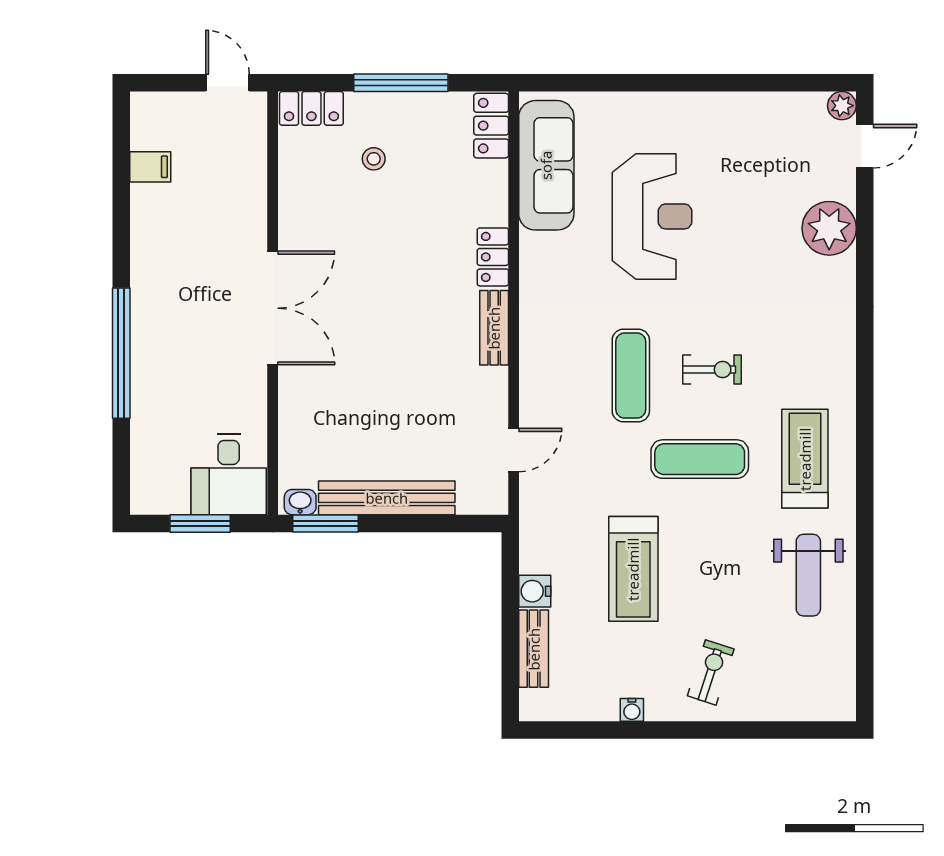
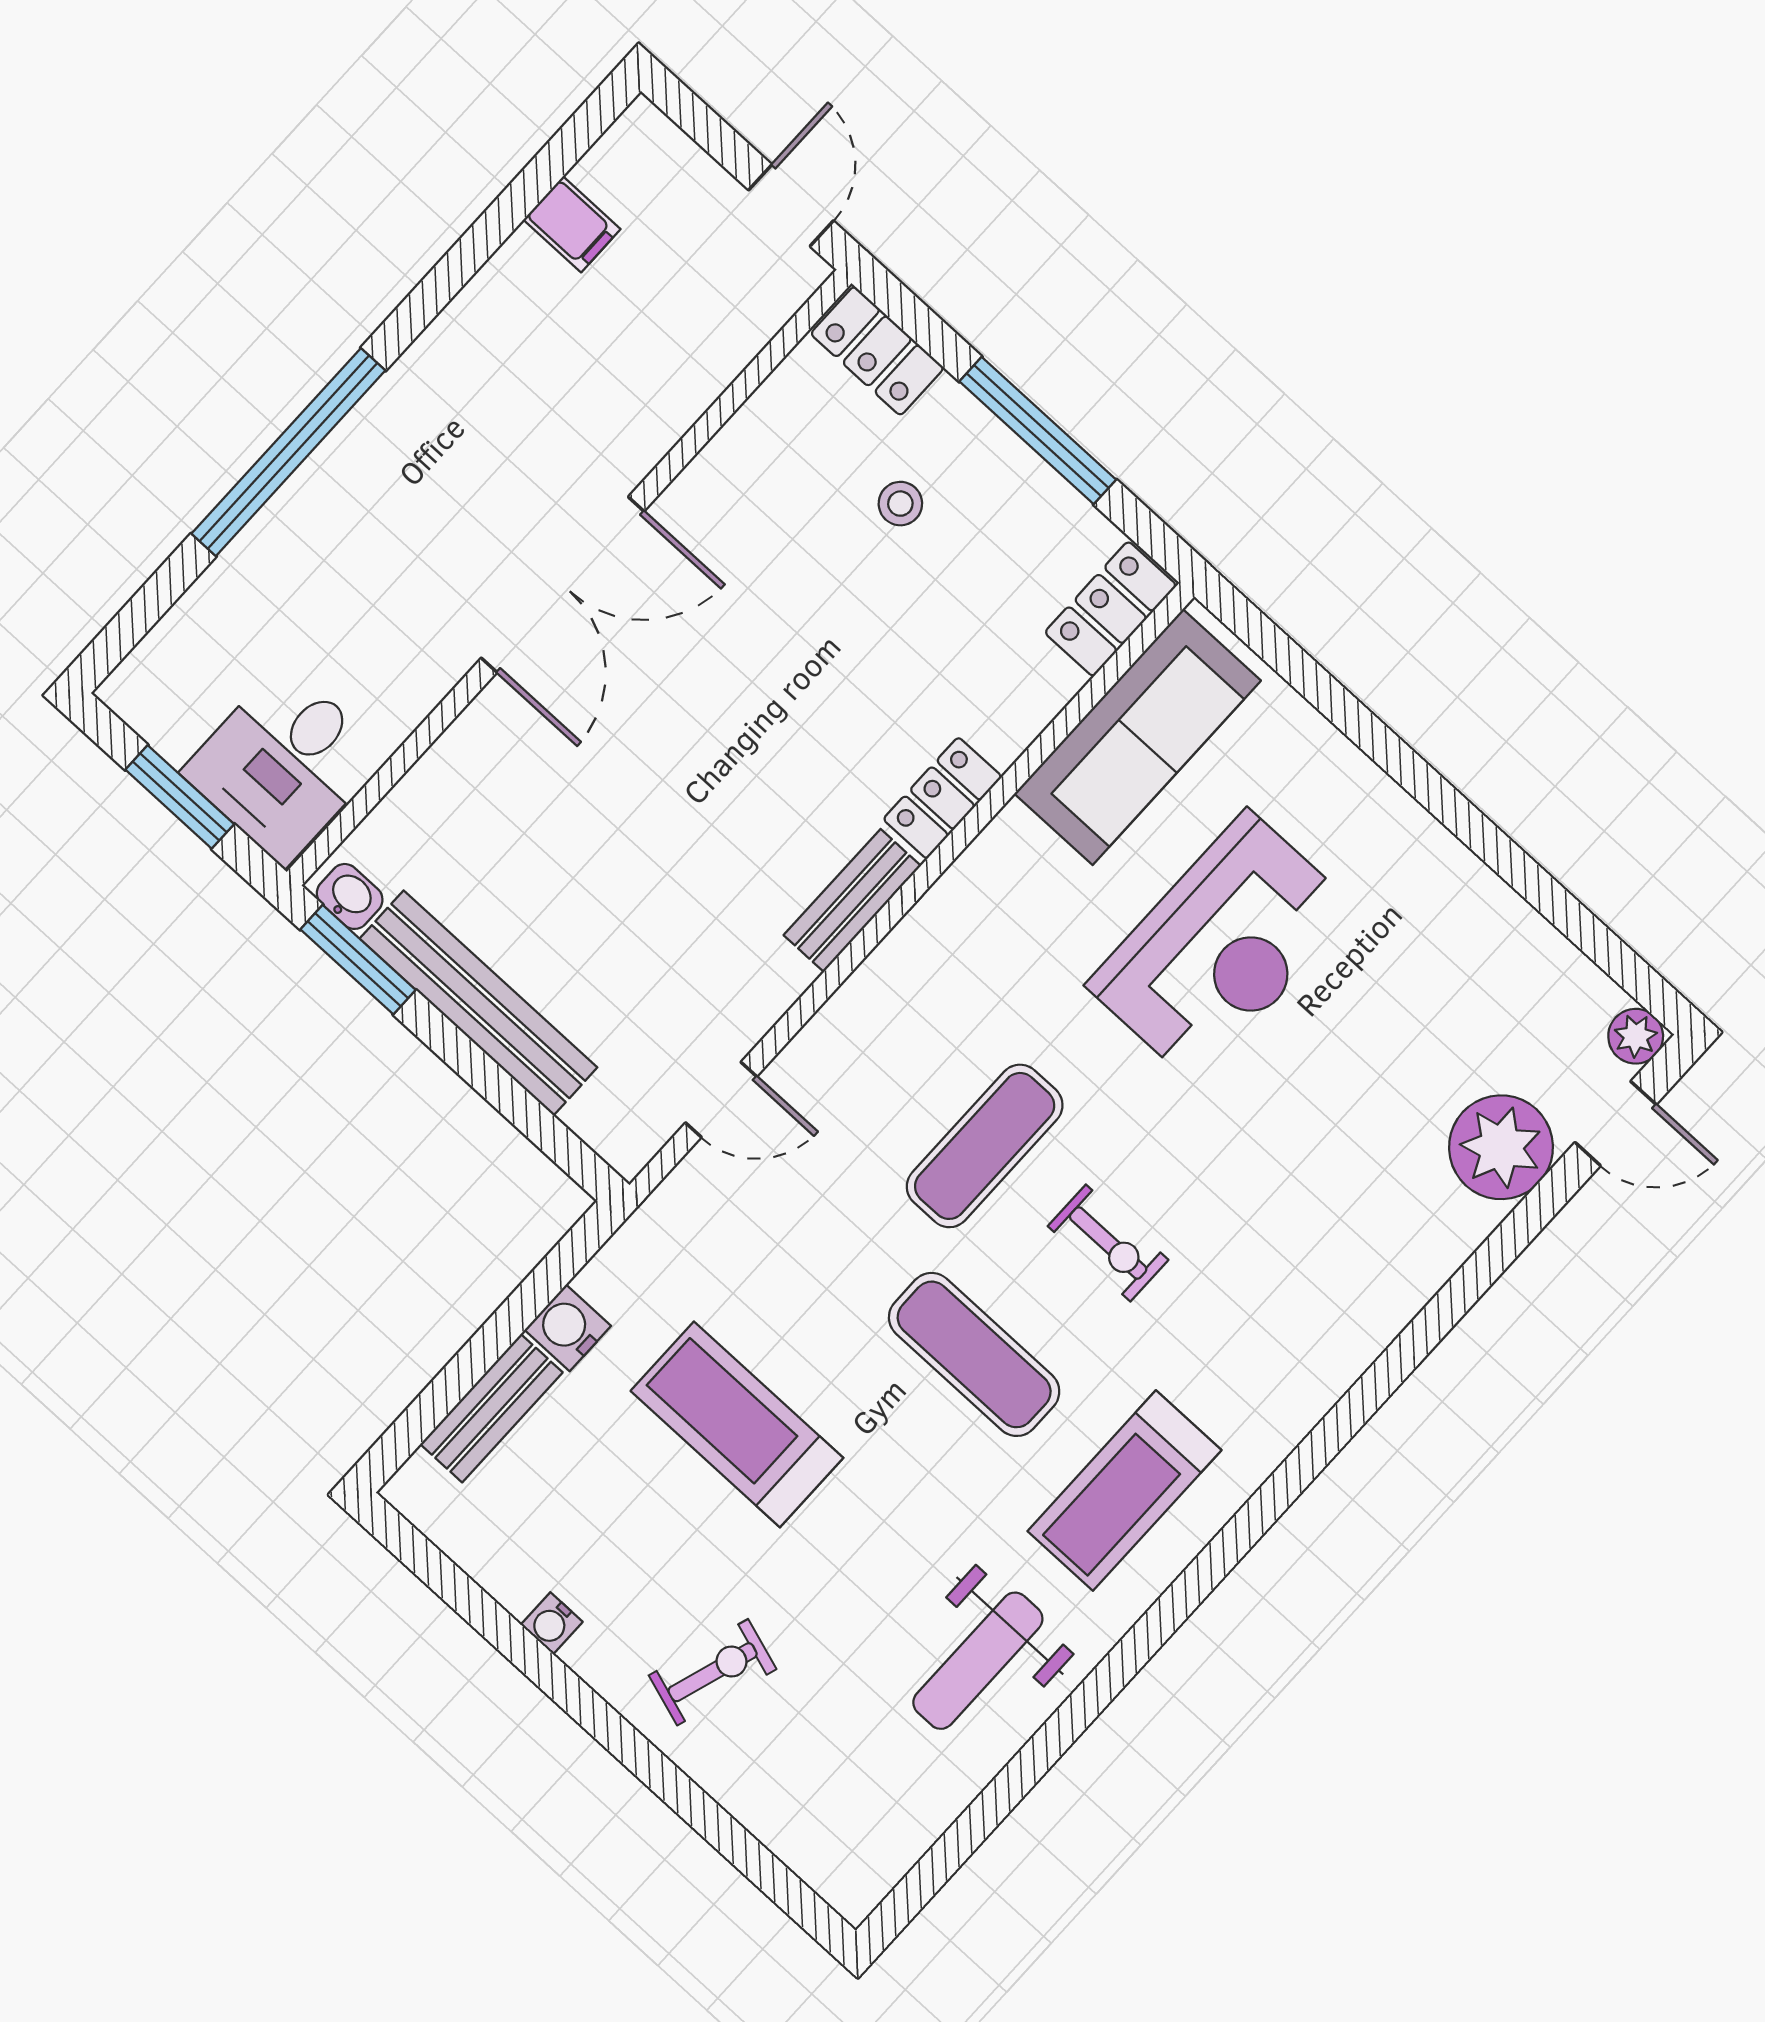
plant: (829, 228) -> (1501, 1147), moved
treadmill: (805, 459) -> (1124, 1491), turned 180
treadmill: (633, 569) -> (737, 1424), turned 90

